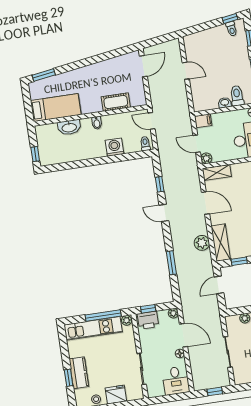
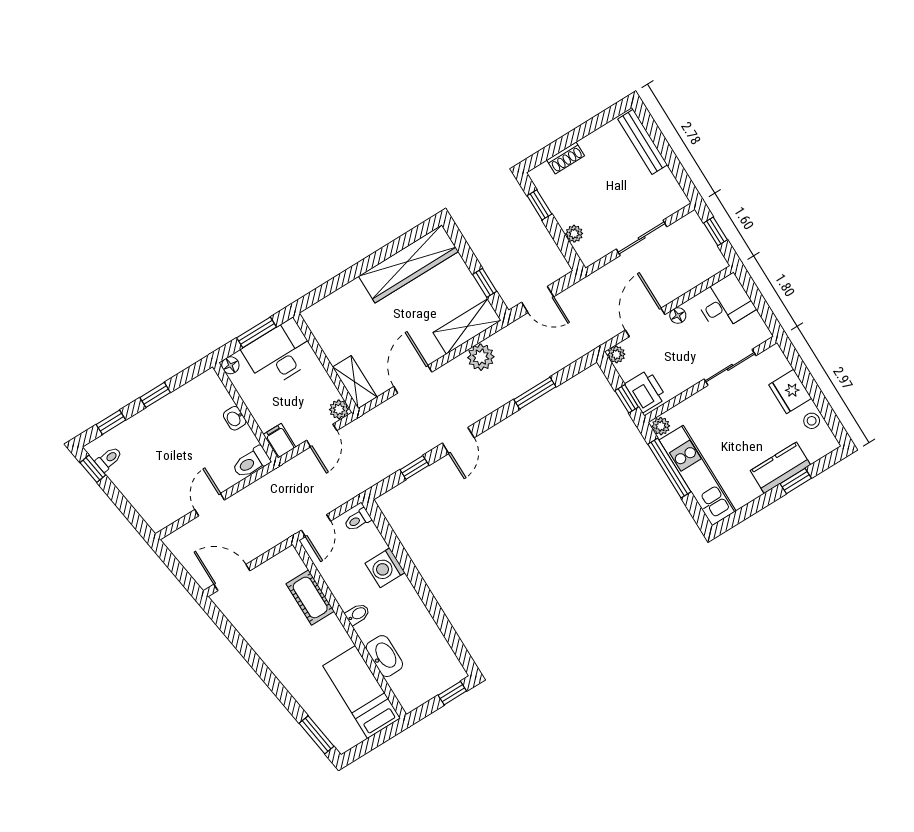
toilet: (237, 96) -> (251, 462), moved

